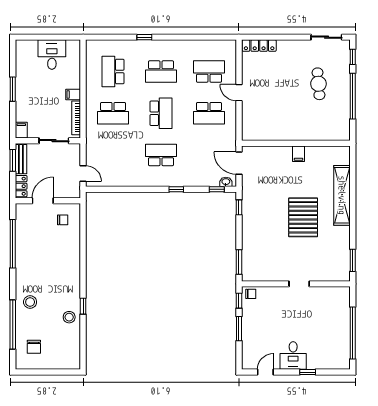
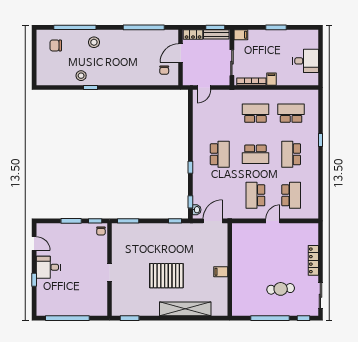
locker: (259, 46) -> (313, 260), moved
school desk: (113, 113) -> (255, 113), turned 90
door: (43, 201) -> (181, 53), swing flipped

